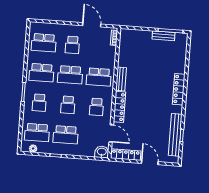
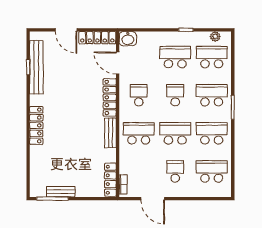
locker: (124, 42) -> (110, 180), added
school desk: (39, 103) -> (212, 95), width x1.85

